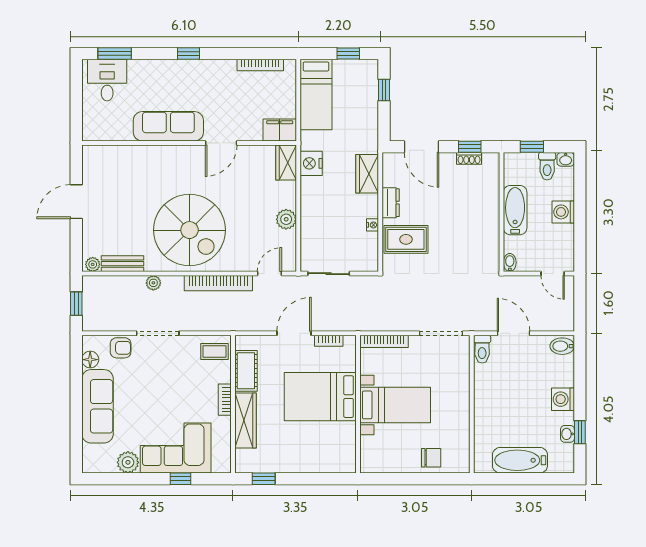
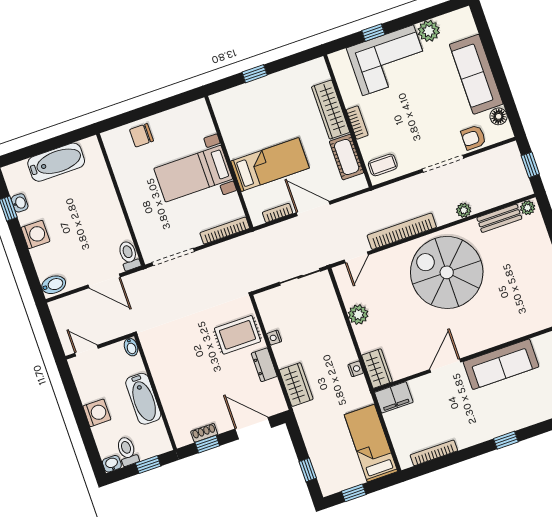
nightstand: (311, 163) -> (356, 369), width x0.53, depth x0.56
door: (294, 333) -> (313, 209), swing flipped
bed: (320, 397) -> (270, 165), width x0.67
window: (264, 479) -> (255, 74), moved

